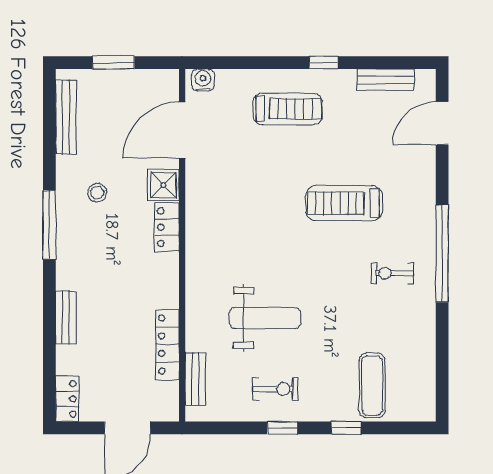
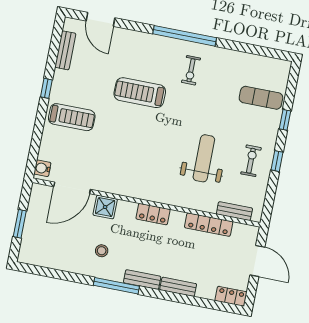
treadmill: (288, 109) -> (72, 117), turned 90
bench: (66, 117) -> (142, 280), moved, width x0.73
door: (182, 130) -> (72, 188), hinge flipped
treadmill: (344, 203) -> (140, 93), turned 90
locker: (167, 227) -> (153, 214), moved

